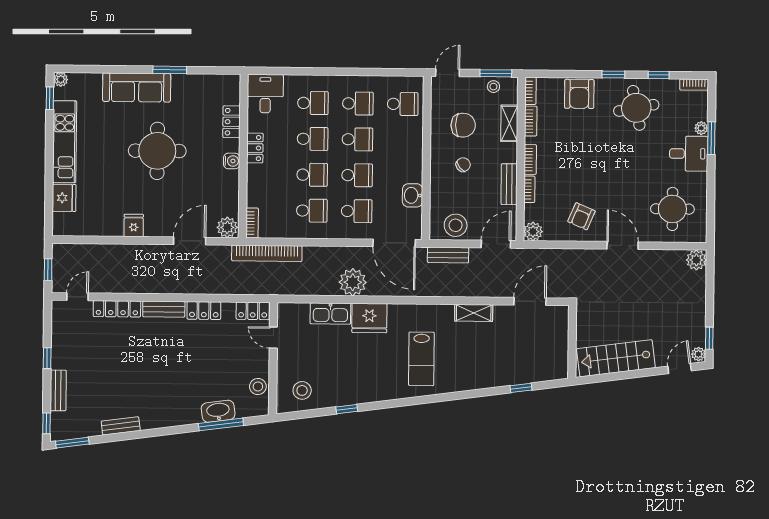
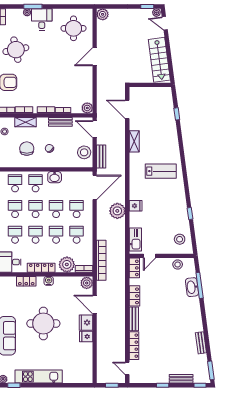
school desk: (402, 140) -> (36, 183), added
locker: (255, 148) -> (41, 268), width x1.53
plant: (260, 193) -> (67, 264), added
washbasin: (413, 195) -> (55, 177), moved
fridge: (64, 198) -> (86, 323), moved, turned -90
armchair: (581, 216) -> (78, 80), removed
kitchen sink: (330, 314) -> (135, 240), moved
fridge: (369, 318) -> (136, 206), width x0.53, depth x0.75

